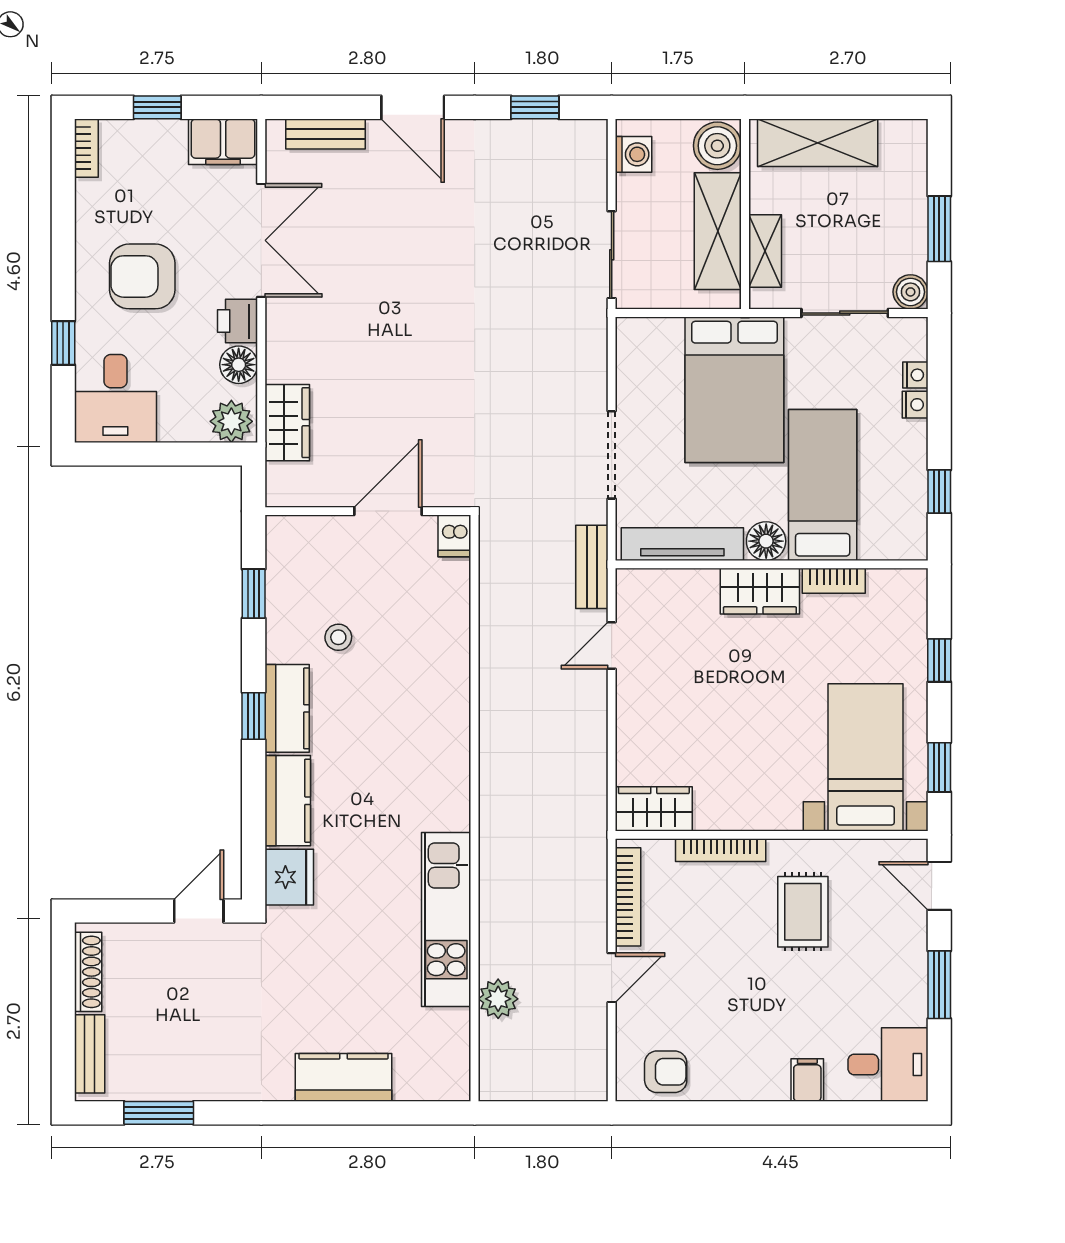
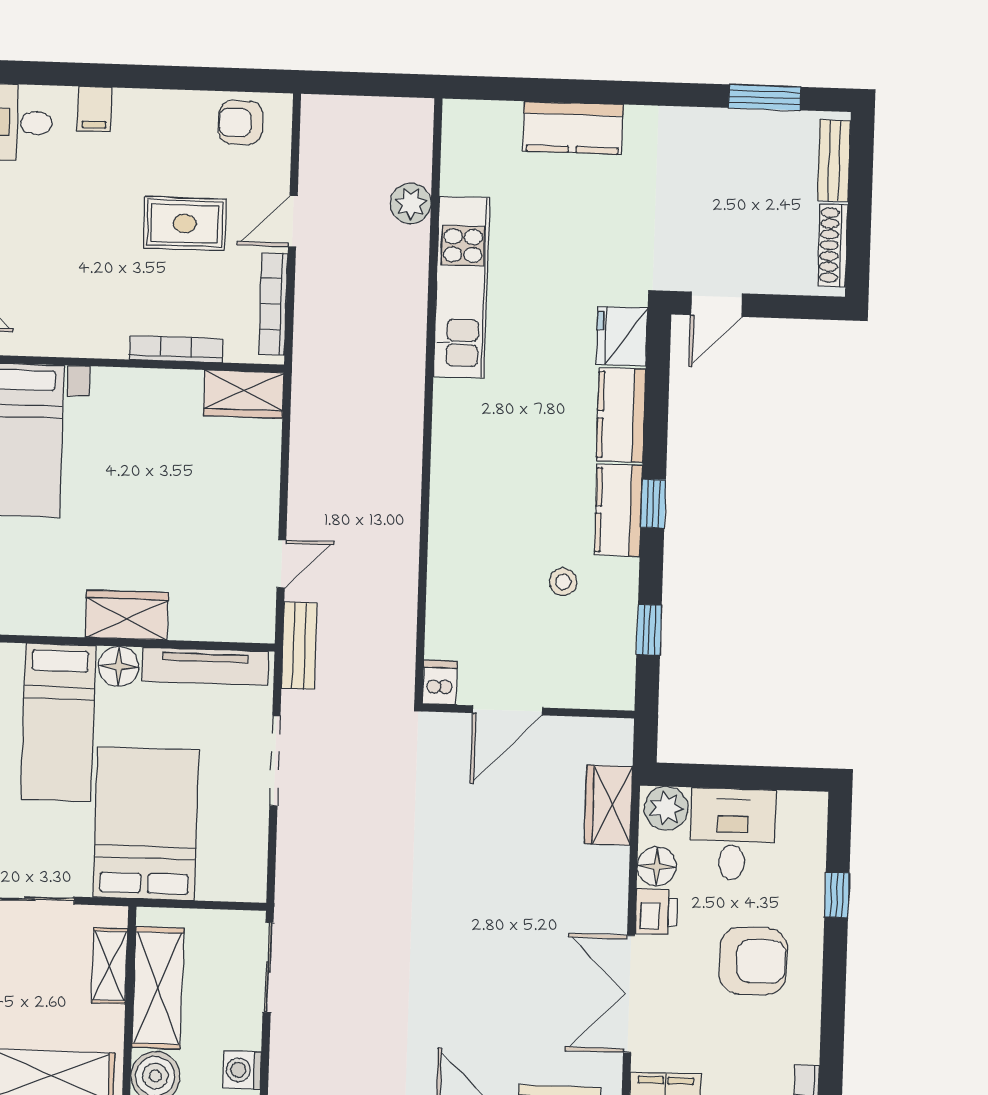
desk: (115, 398) -> (733, 834), moved
bookcase: (834, 581) -> (50, 623), removed
rug: (803, 912) -> (185, 224), moved, turned 90

